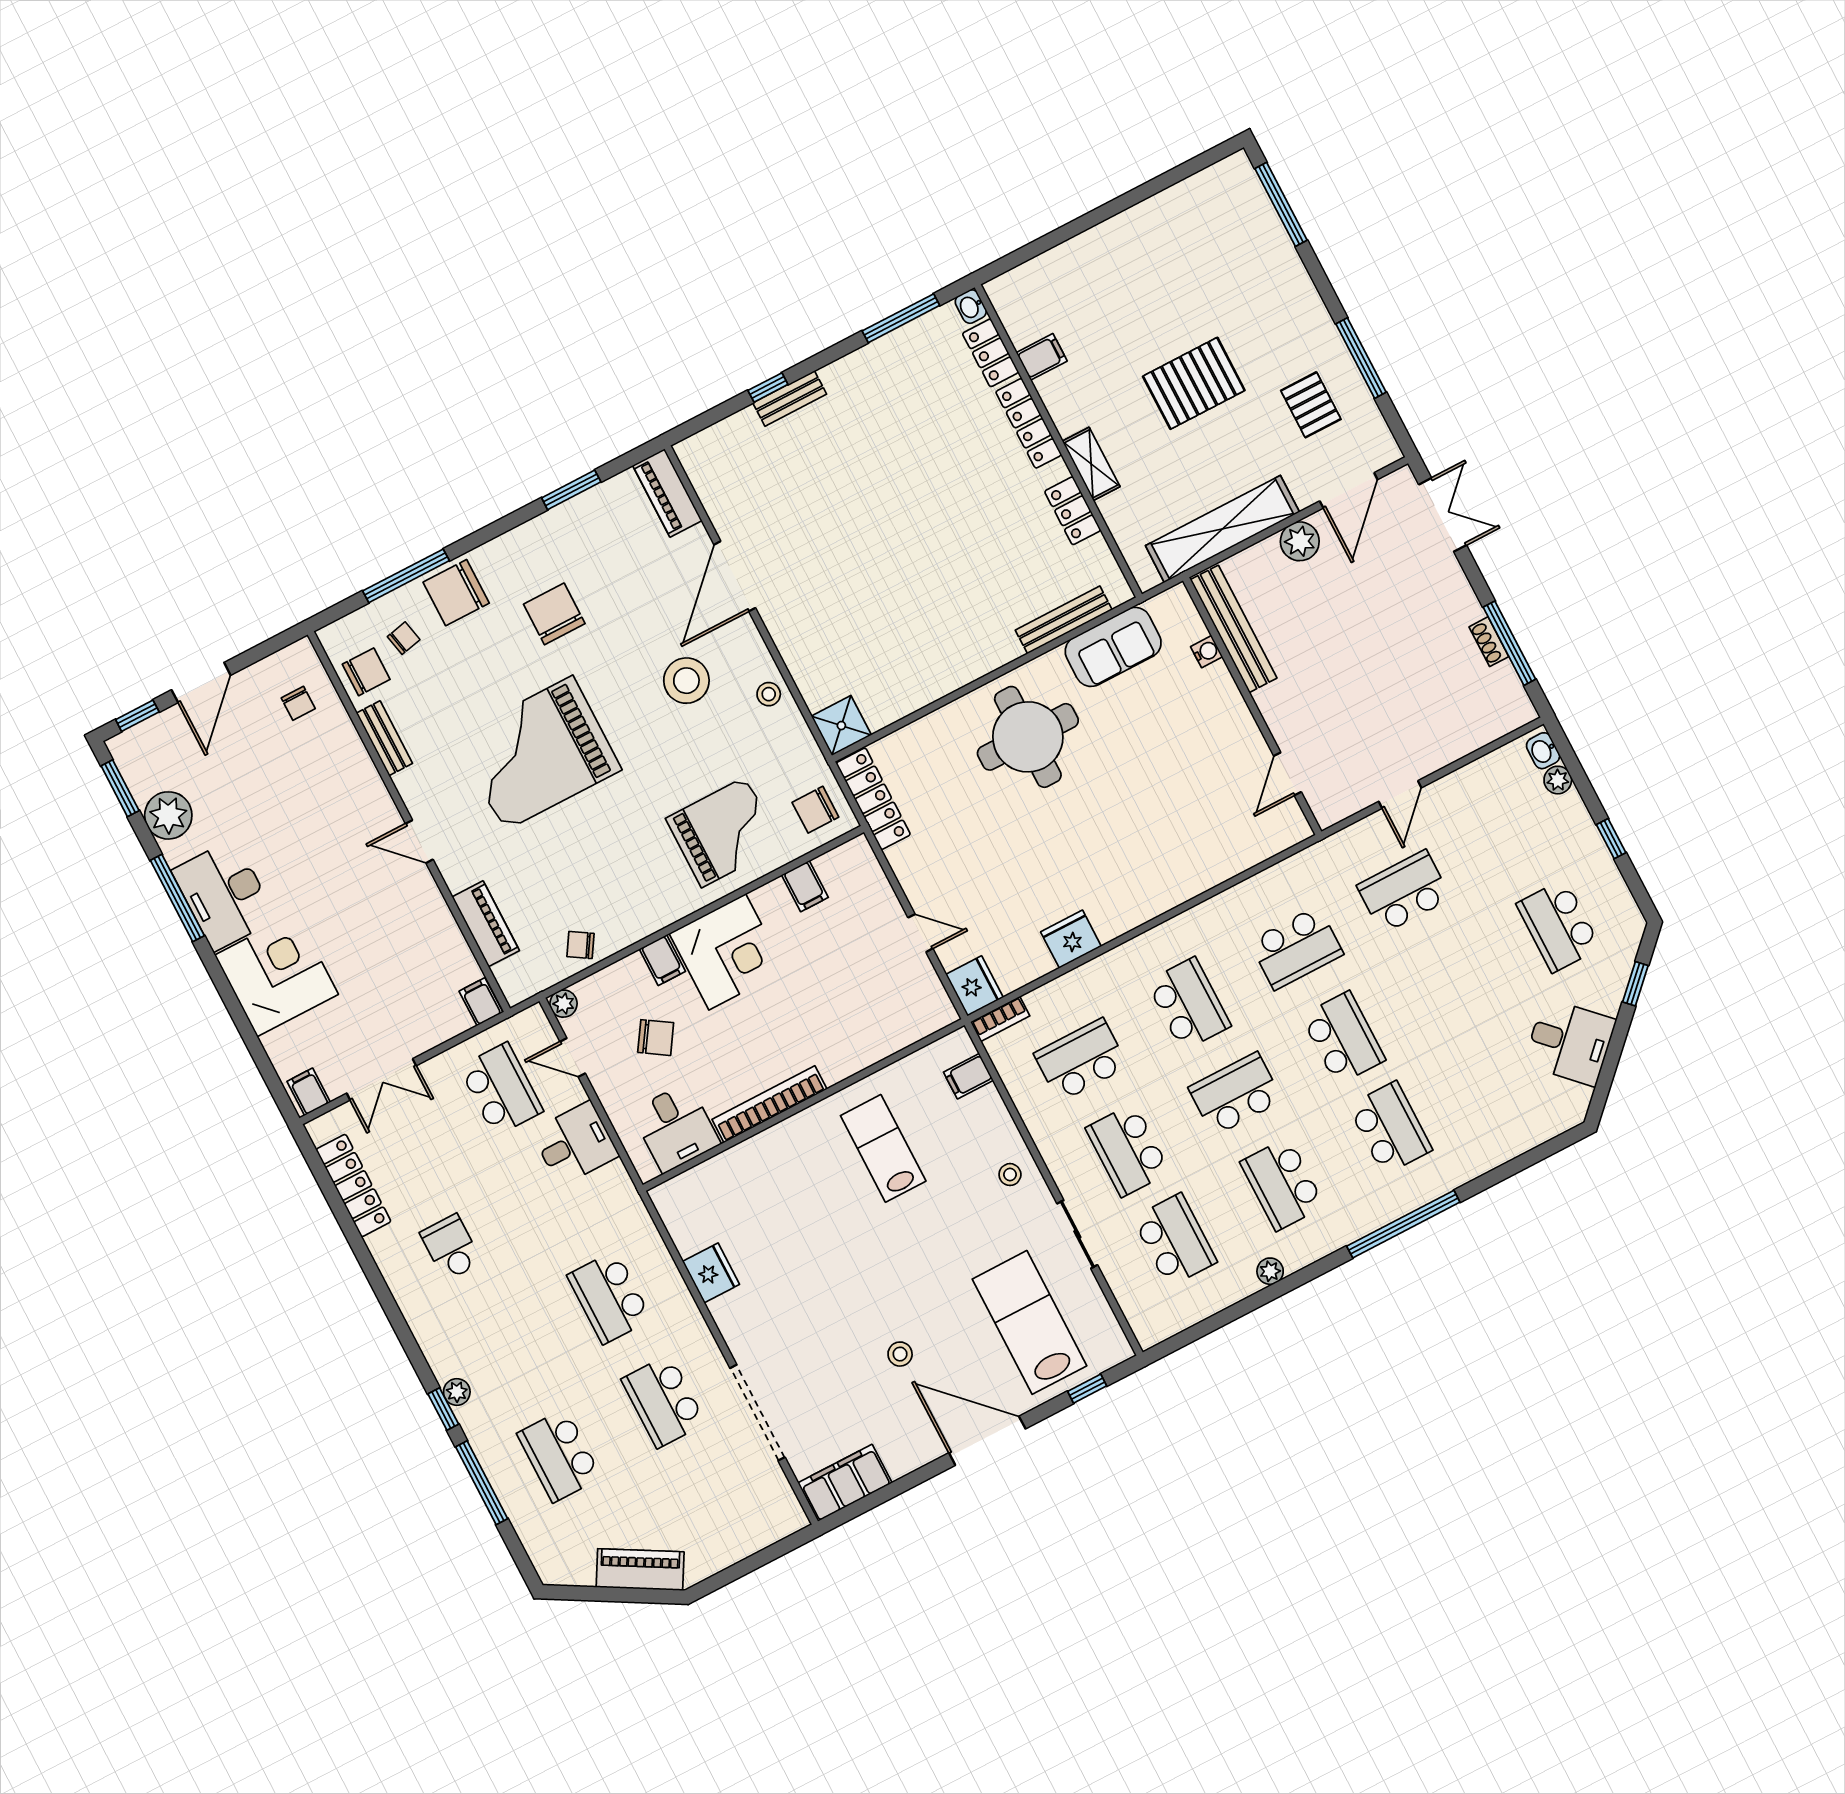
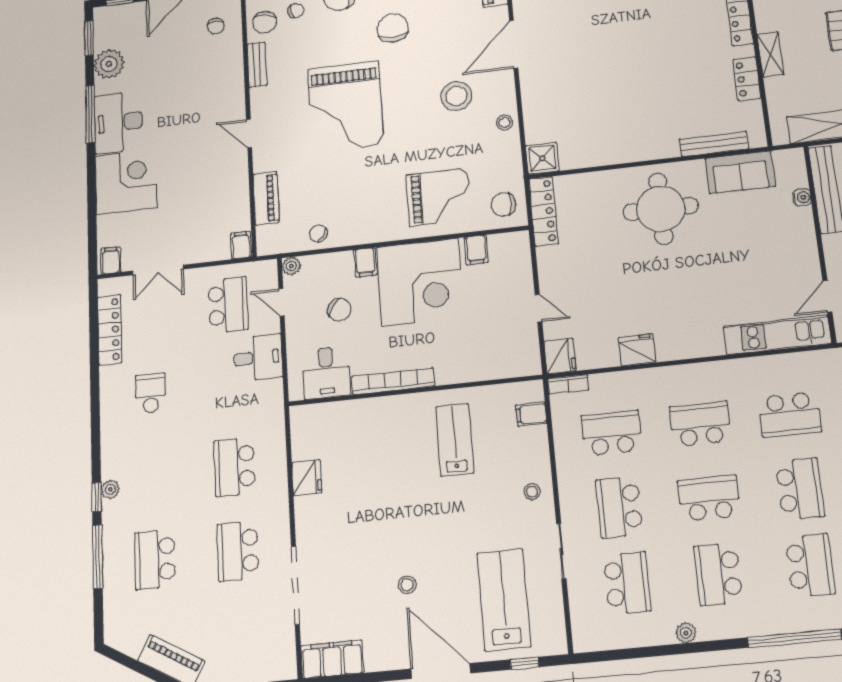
chair: (366, 672) -> (265, 22), turned 98
grand piano: (538, 753) -> (346, 107), turned -90
kitchen unit: (1243, 850) -> (777, 335), added
corner desk: (727, 952) -> (420, 282), width x1.36, depth x1.36
school desk: (1189, 1004) -> (700, 424), turned -90

